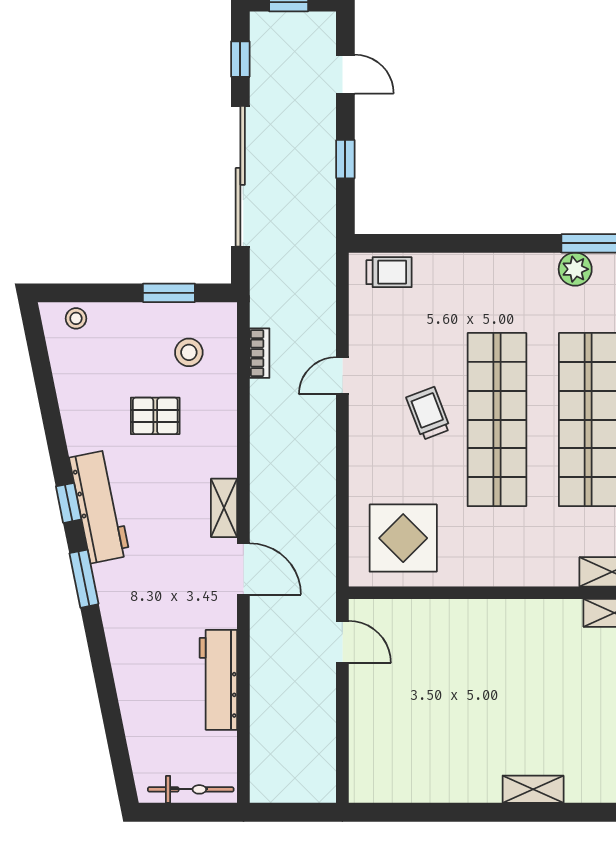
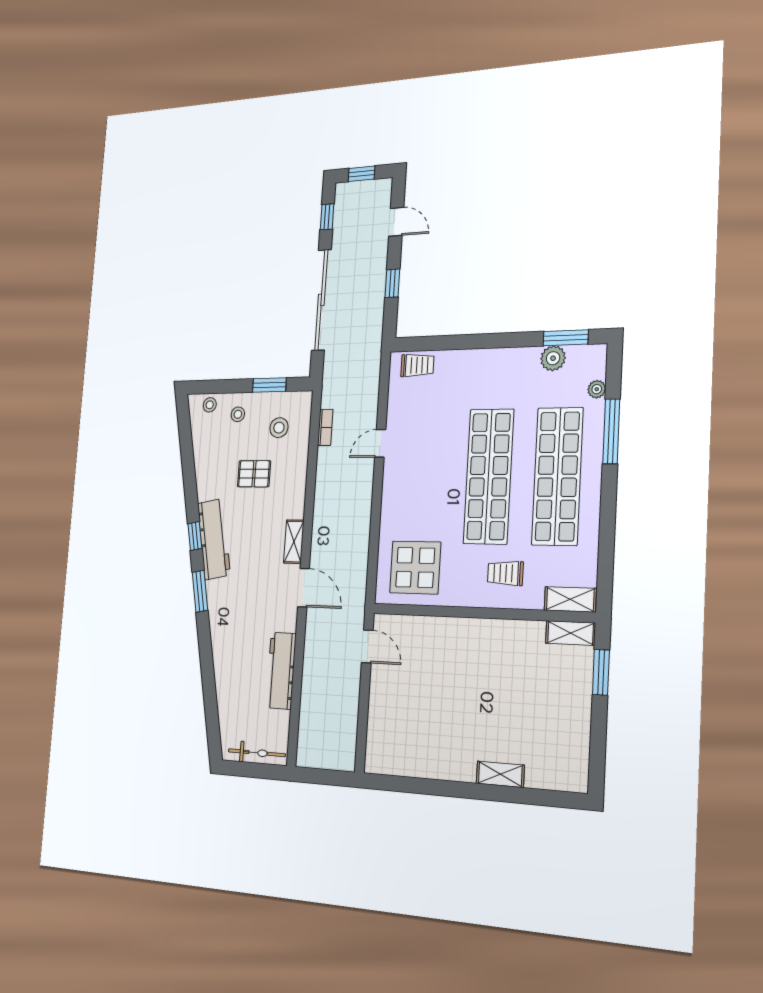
stool: (123, 333) -> (238, 414), added
trolley: (428, 413) -> (505, 573), moved, turned -69

